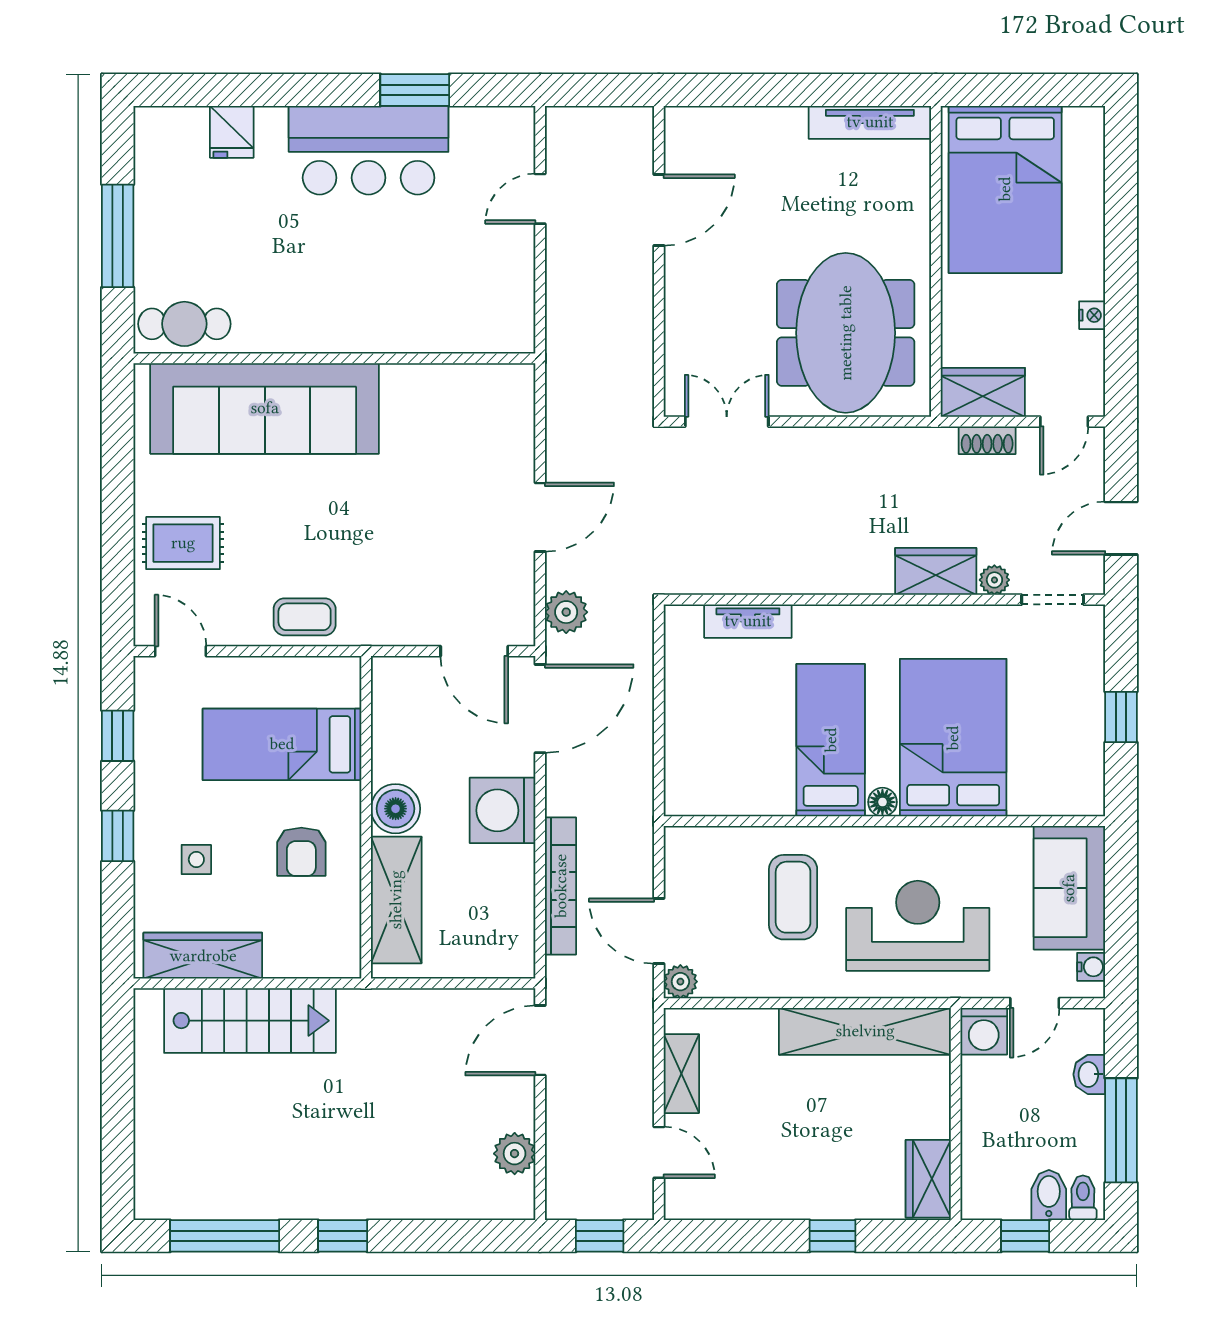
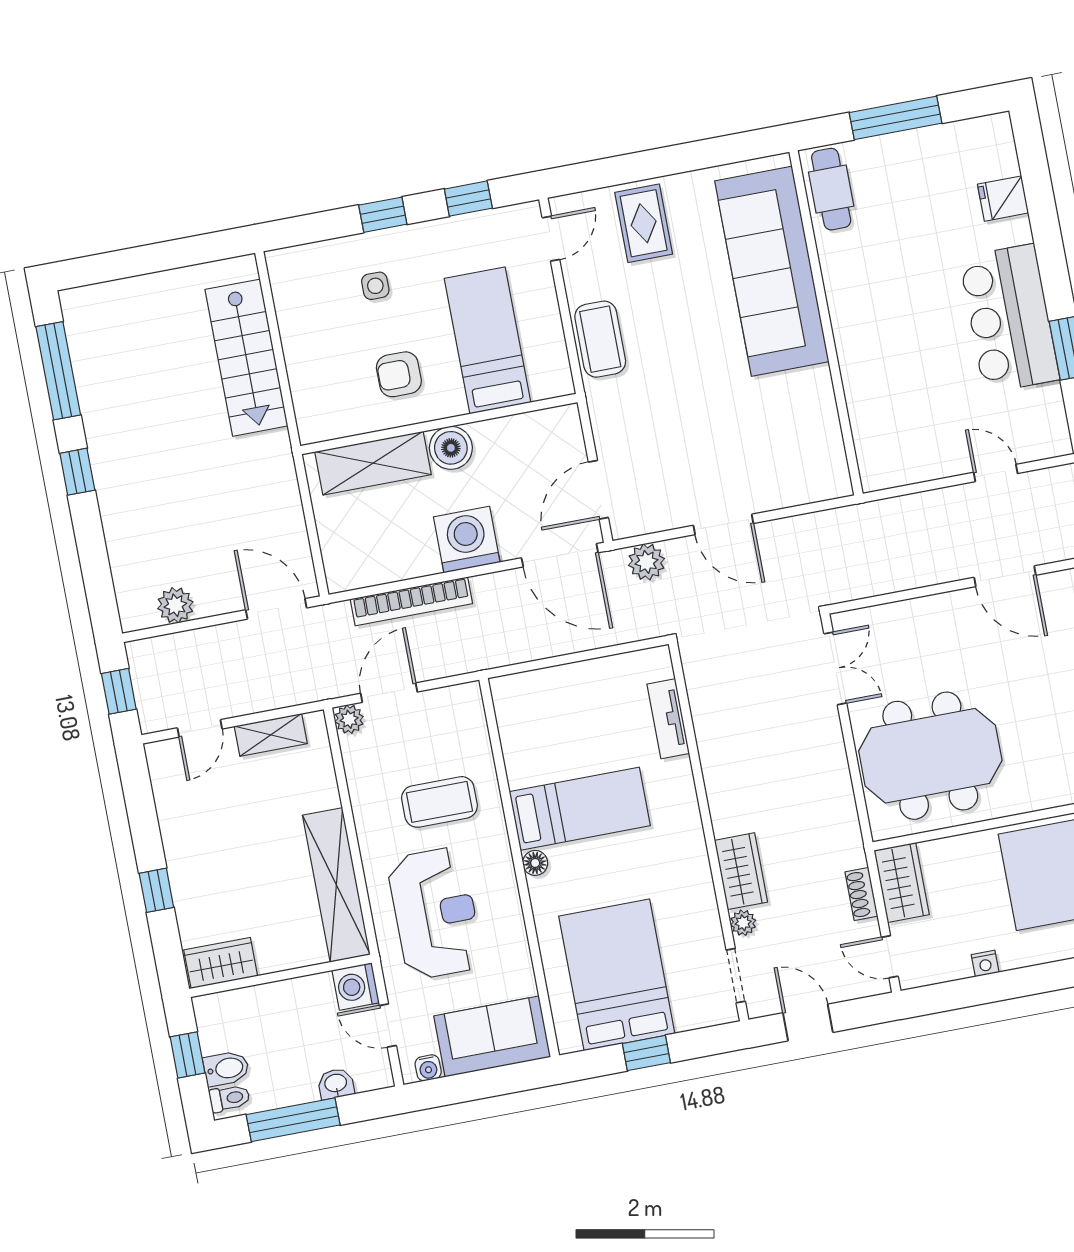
coffee table: (305, 617) -> (600, 339), width x1.36, depth x1.30
bed: (953, 738) -> (617, 975), moved, turned -90
wardrobe: (203, 956) -> (294, 307), removed

